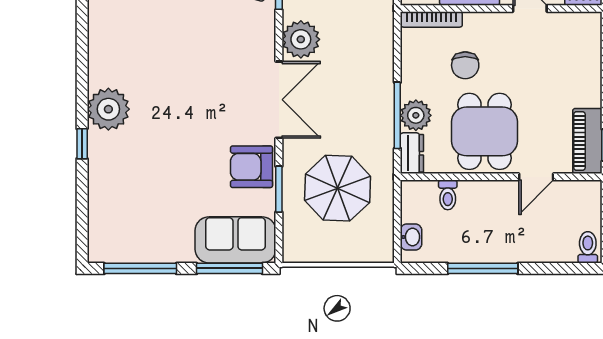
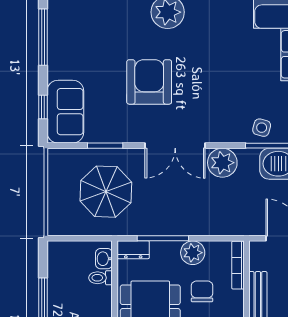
chair: (465, 65) -> (202, 291), turned 90
plant: (416, 115) -> (193, 253), moved
armchair: (252, 167) -> (149, 82), moved, width x1.36, depth x1.36
washbasin: (411, 237) -> (104, 259), moved, turned 90
window: (229, 268) -> (43, 107), width x0.46

